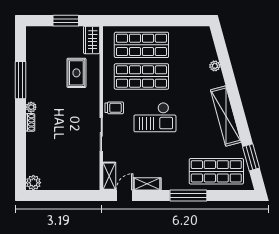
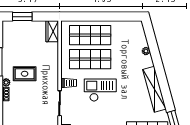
window: (66, 21) -> (22, 17), moved
rug: (76, 73) -> (25, 74), moved, turned 90
checkout: (155, 117) -> (100, 90), turned 180

